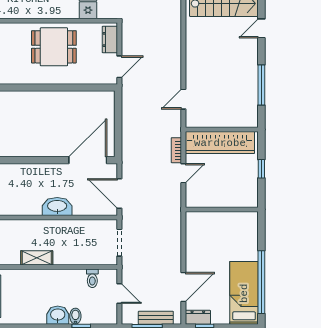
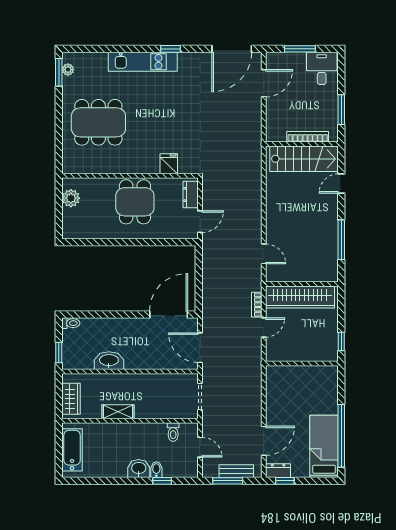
dining table: (54, 47) -> (135, 202), turned 90
door: (183, 99) -> (264, 254), swing flipped
window: (261, 169) -> (341, 341), moved
washbasin: (57, 206) -> (109, 361), moved

